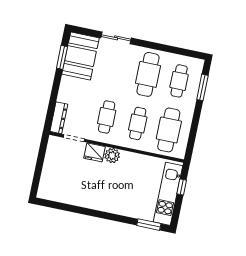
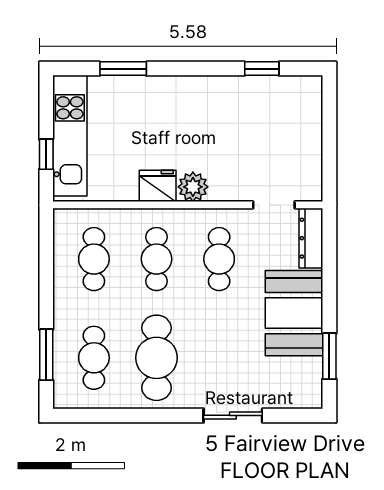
booth: (80, 56) -> (294, 313), moved
cafe table: (169, 130) -> (94, 259), width x0.73, depth x0.74
fridge: (94, 152) -> (158, 186), moved
window: (66, 207) -> (262, 69), added
window: (149, 225) -> (123, 69), moved

